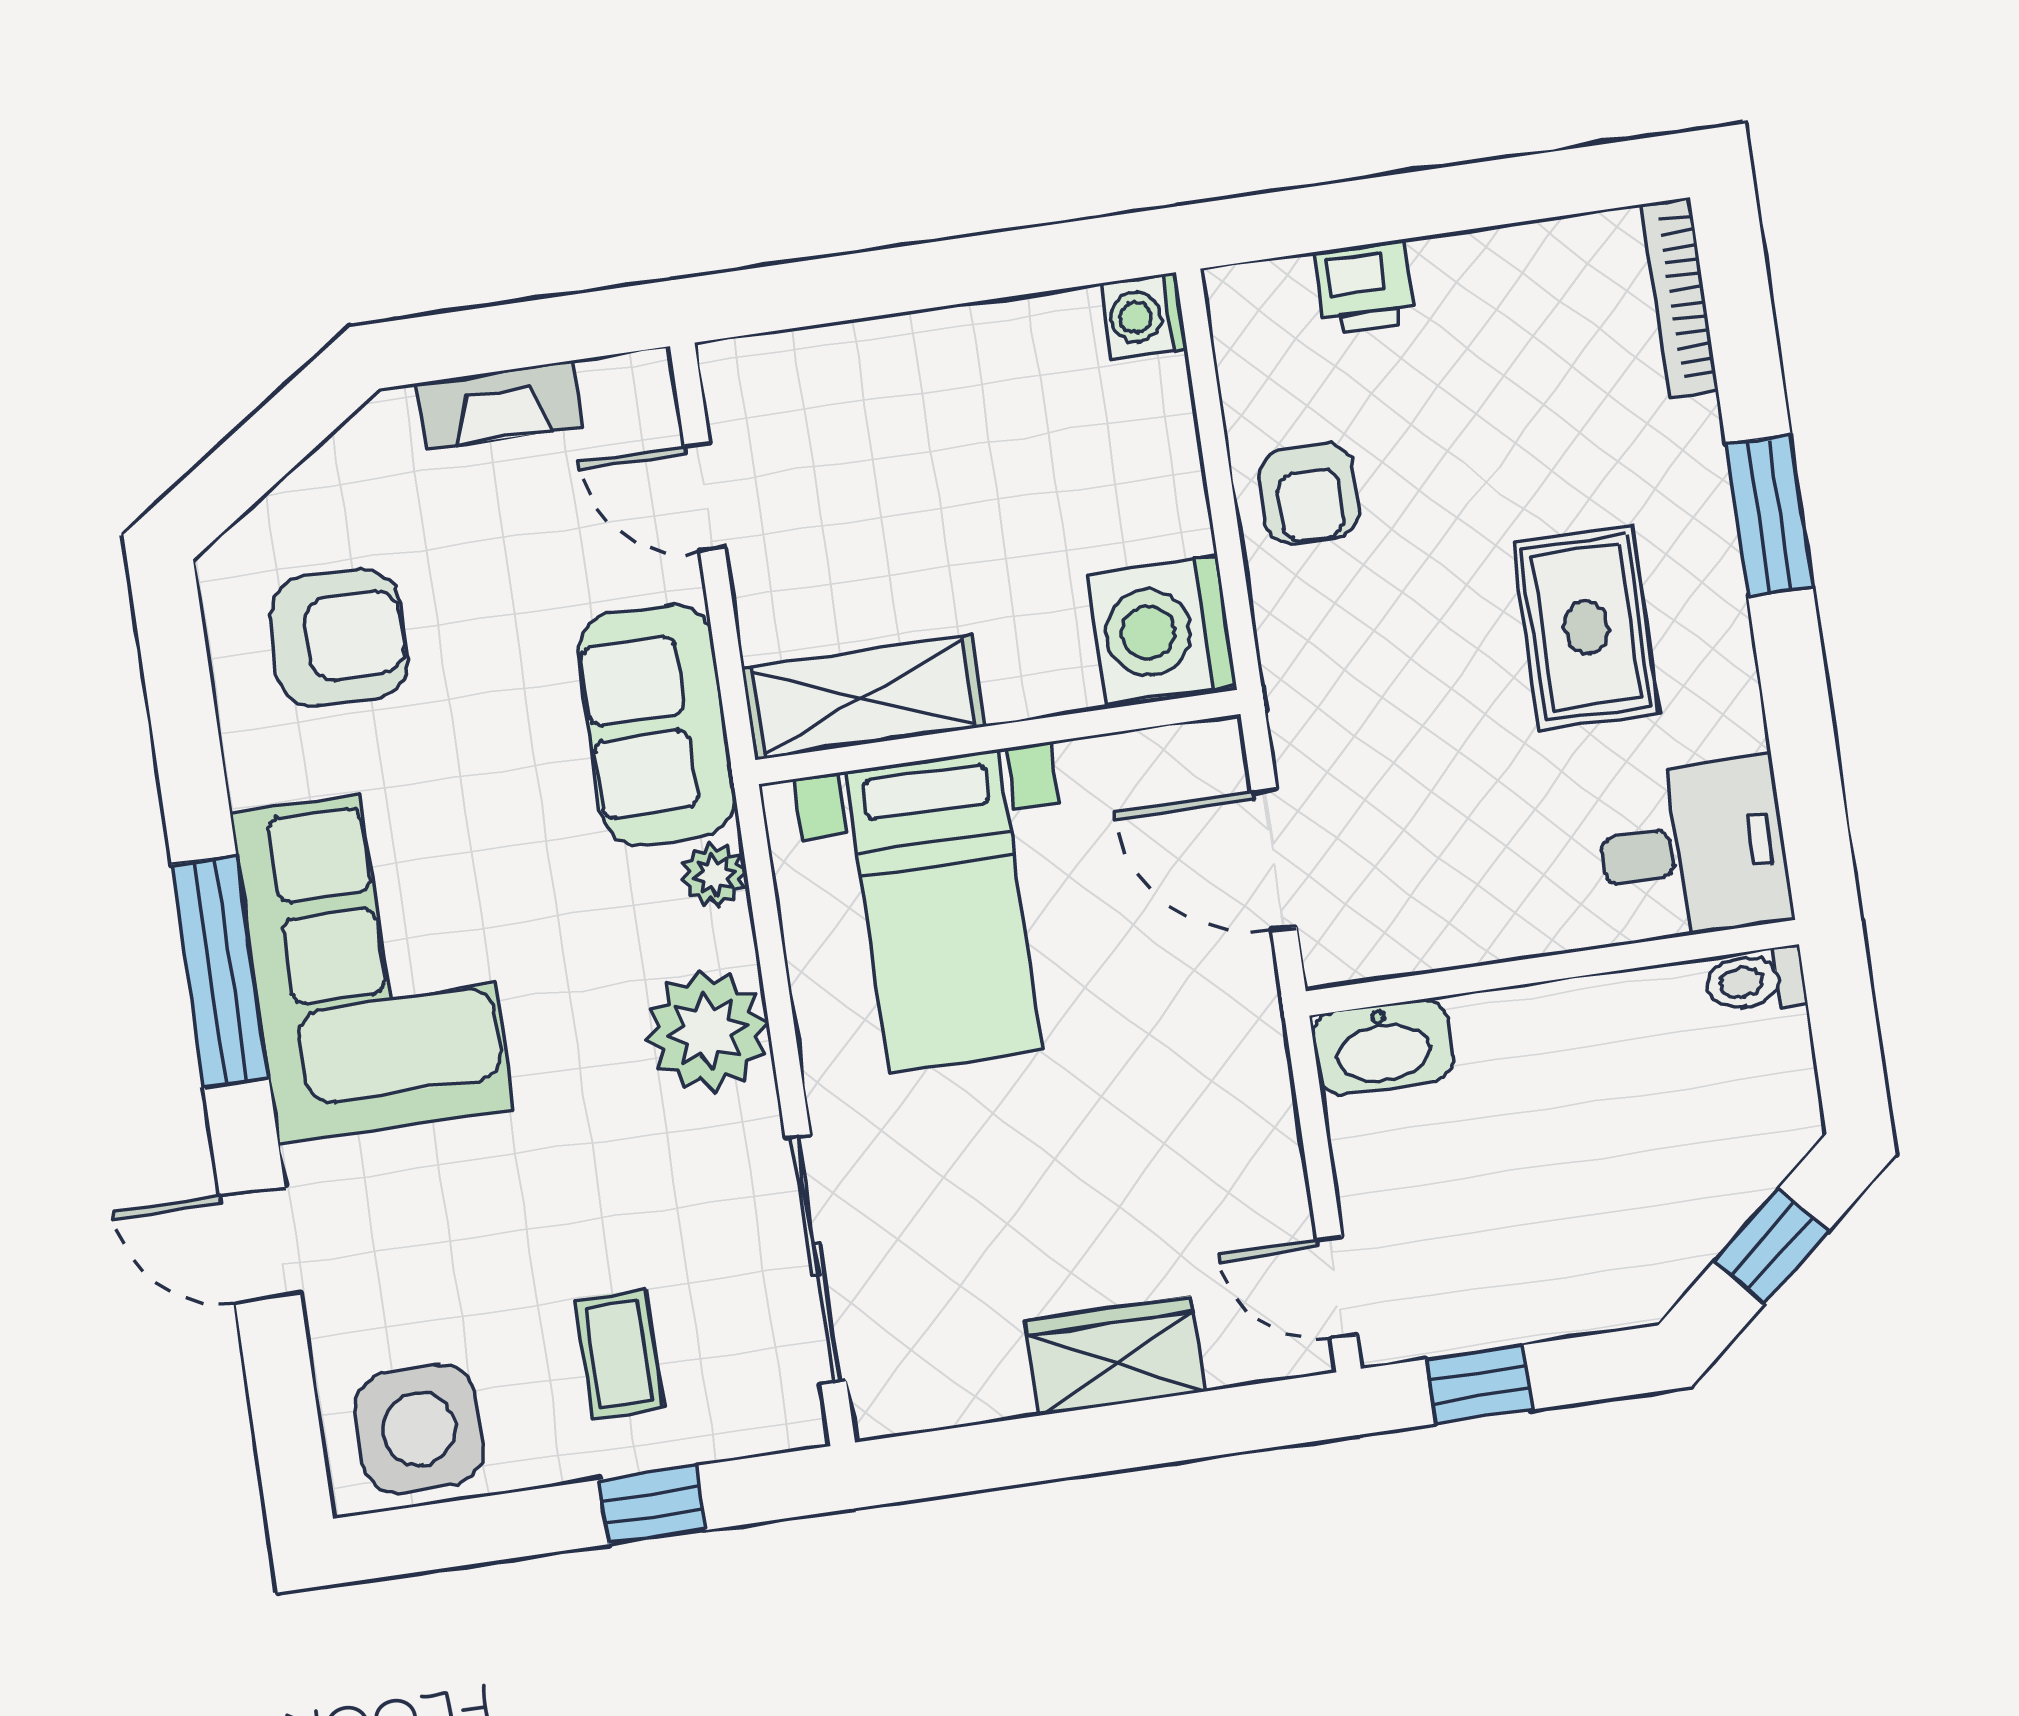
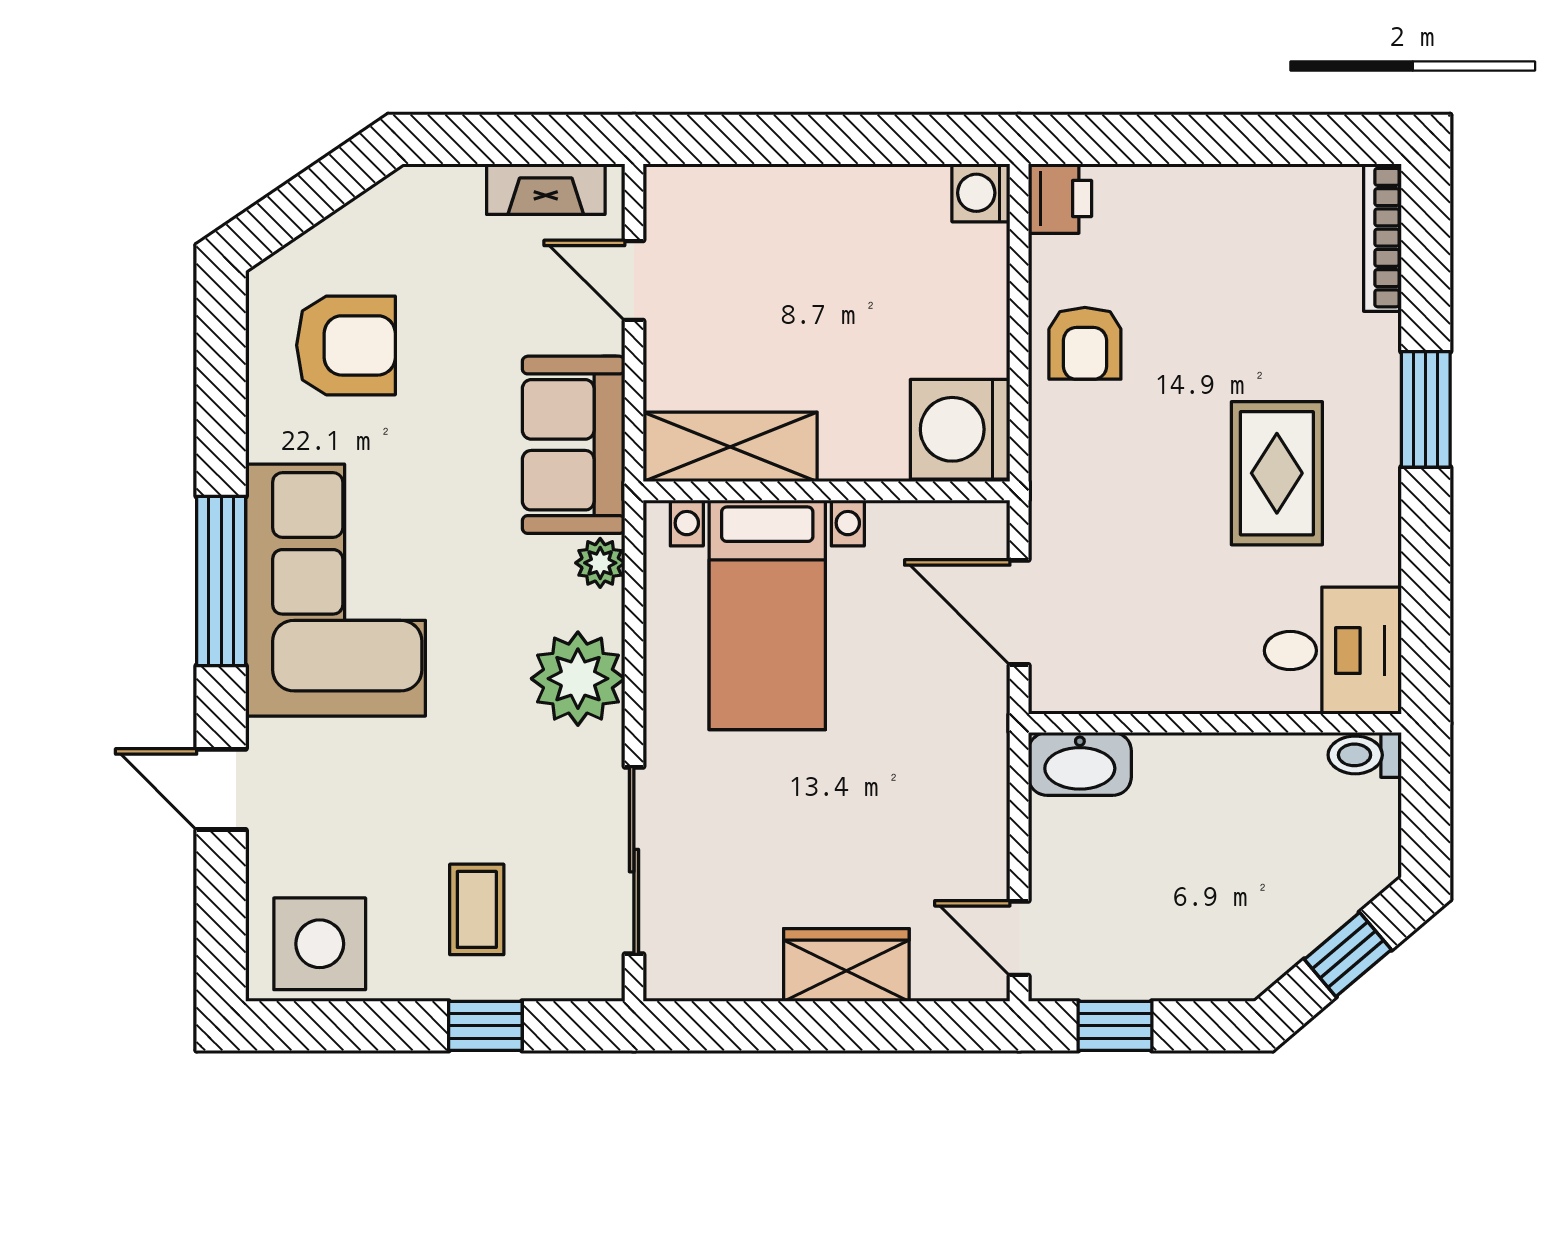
printer: (1365, 287) -> (1060, 199), moved, turned -90
fireplace: (500, 405) -> (546, 189), moved

